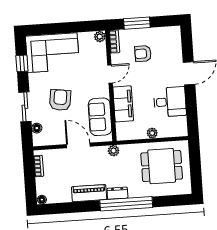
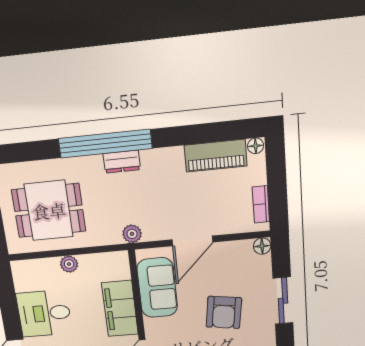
floor lamp: (37, 128) -> (262, 246), moved
door: (78, 145) -> (192, 241), hinge flipped
piano: (89, 193) -> (216, 156), moved

